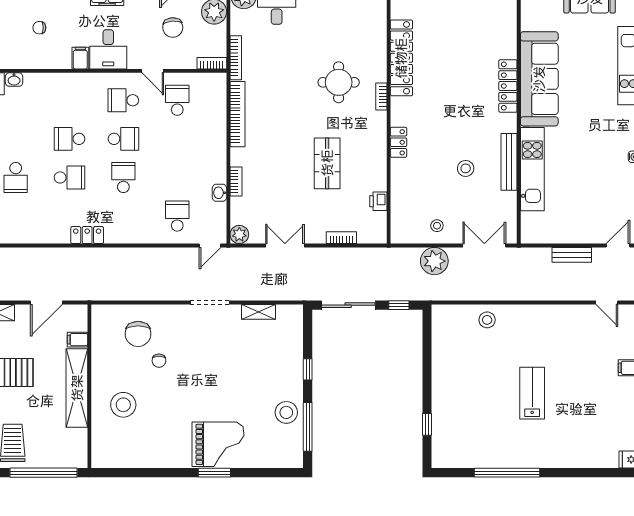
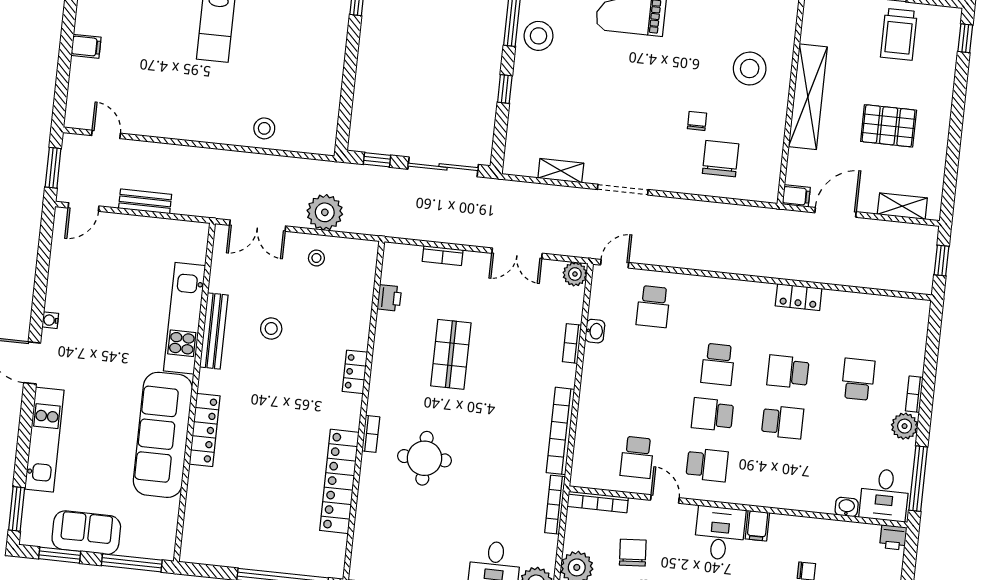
bookcase: (212, 63) -> (598, 502), width x1.56
locker: (87, 235) -> (799, 297), moved
filing cabinet: (78, 340) -> (796, 196), moved

